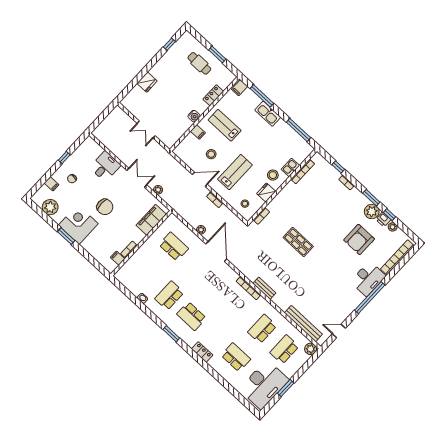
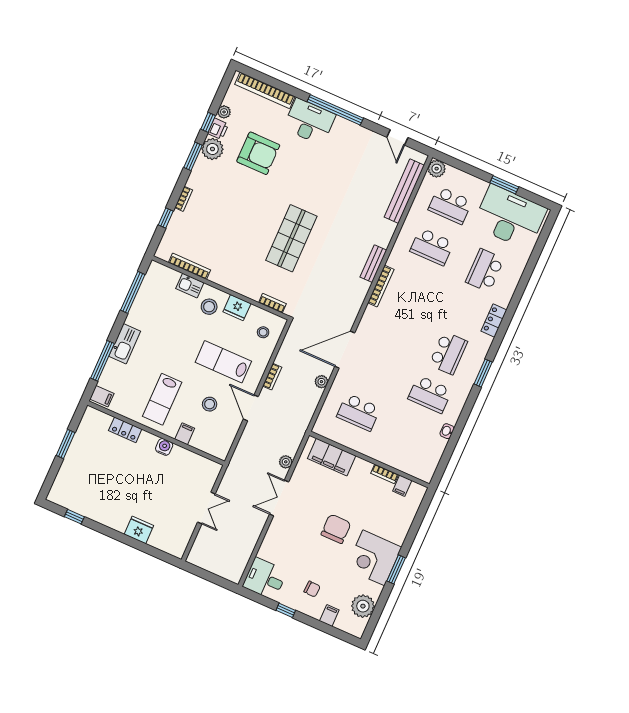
cafe table: (199, 63) -> (87, 465), removed
desk: (105, 166) -> (265, 579), moved
shop shelf: (298, 242) -> (291, 238), width x1.43, depth x1.36
school desk: (174, 247) -> (359, 412), turned -90

